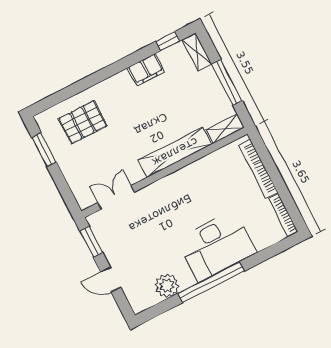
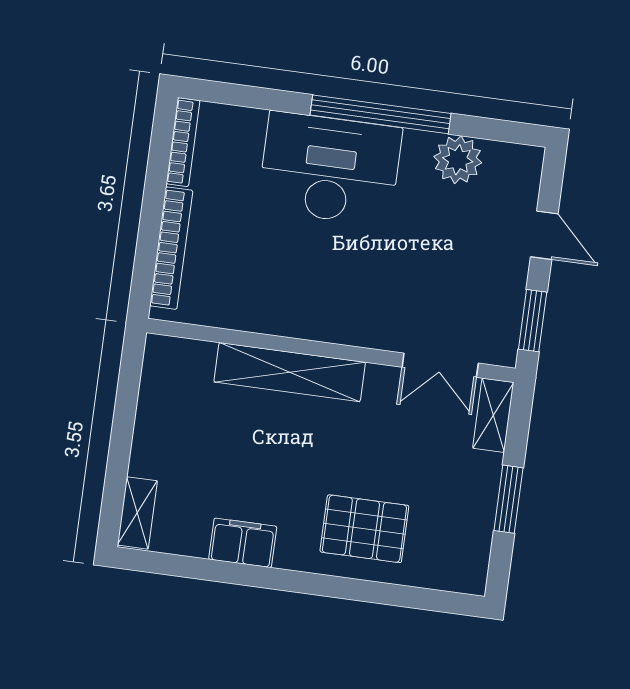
window: (168, 41) -> (173, 565), removed
window: (227, 82) -> (123, 428), removed
pallet: (83, 122) -> (364, 529), moved
shelving: (225, 129) -> (493, 415), moved, turned 90
window: (44, 150) -> (509, 499), moved

